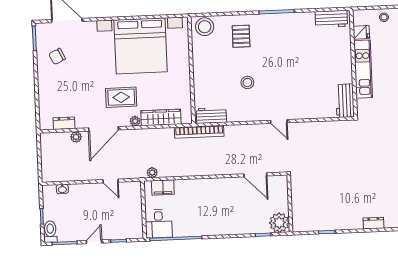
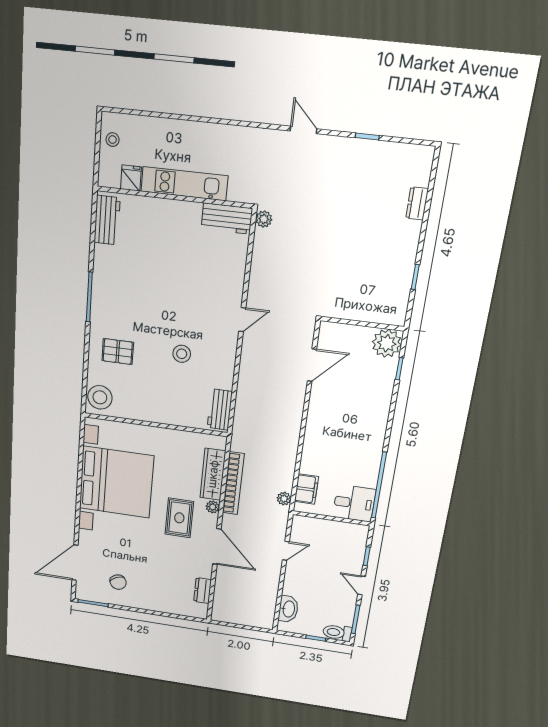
bookcase: (199, 132) -> (233, 483), moved
plant: (76, 137) -> (264, 219), moved
washbasin: (62, 189) -> (288, 609), width x1.91, depth x1.45

